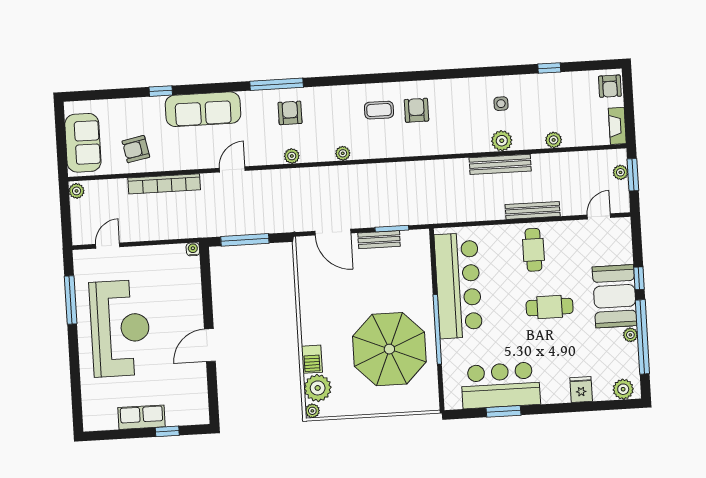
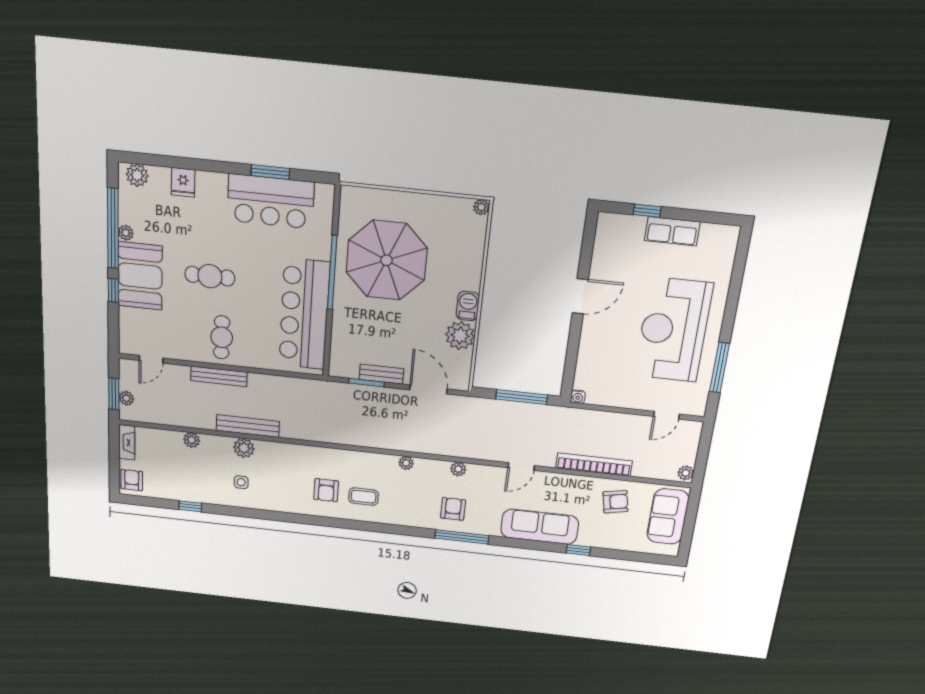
armchair: (290, 113) -> (453, 509), turned 180
barbecue: (312, 359) -> (468, 306), moved
plant: (318, 388) -> (460, 336), moved

